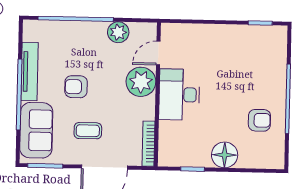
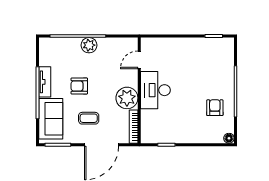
plant: (118, 32) -> (89, 45), moved
tv unit: (29, 72) -> (45, 82), width x0.71
plant: (141, 82) -> (127, 98), moved
armchair: (259, 120) -> (215, 108), turned -90
floor lamp: (225, 155) -> (229, 138), moved, width x0.53, depth x0.53

